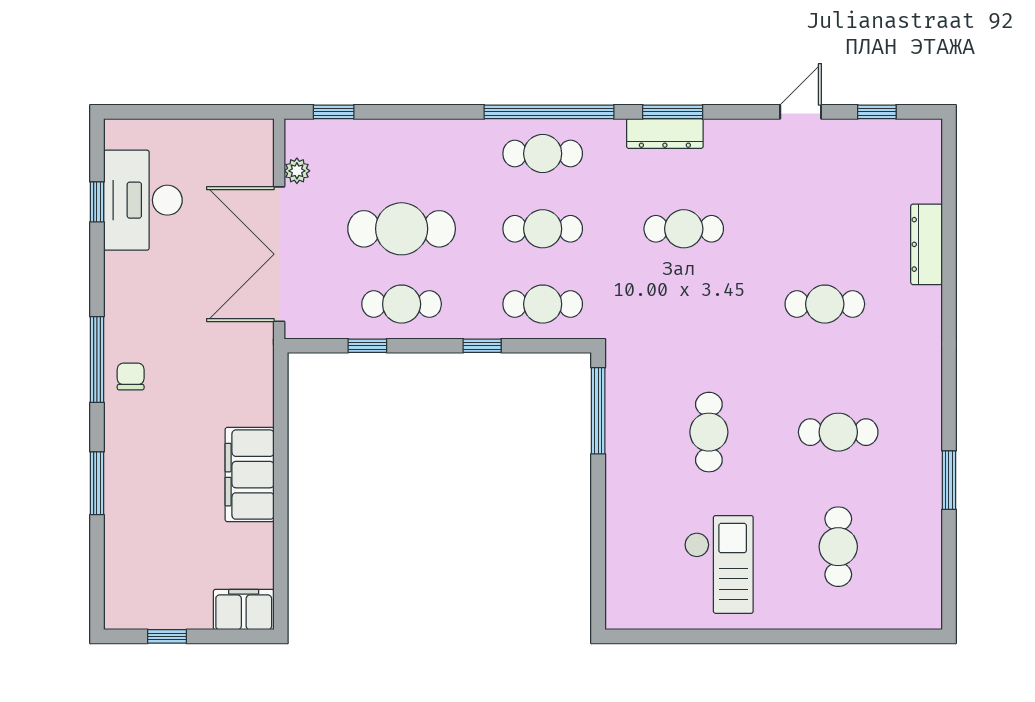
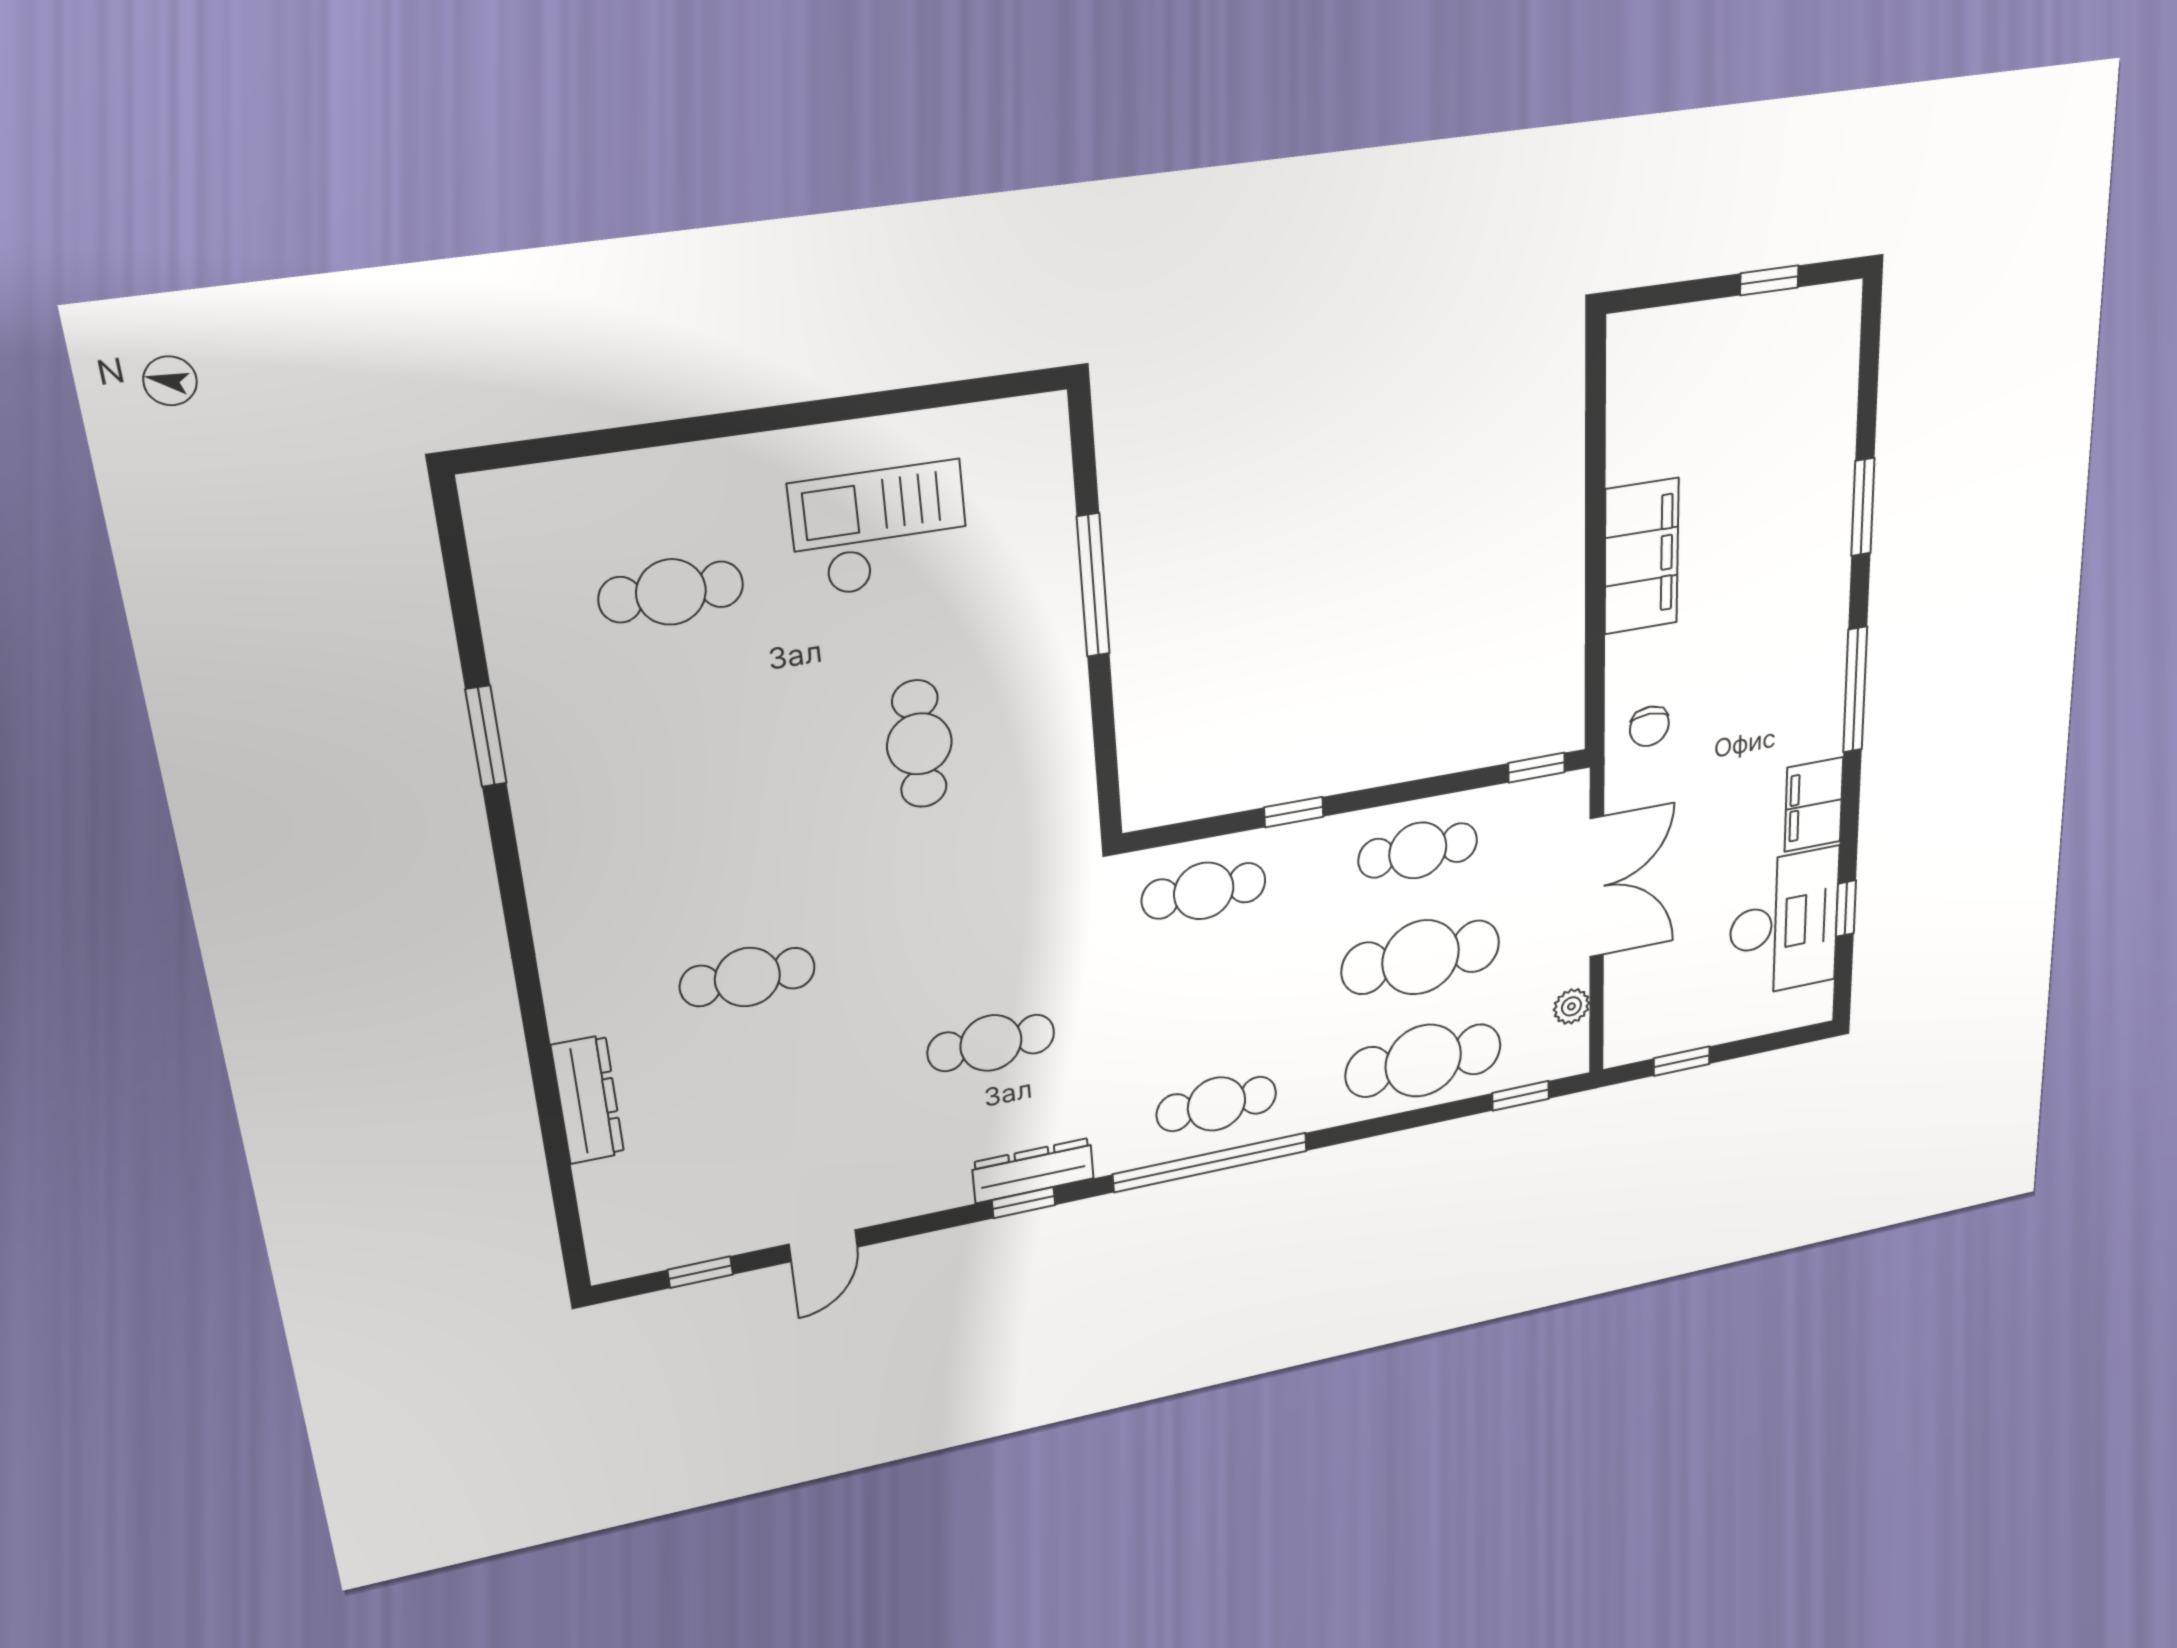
window: (216, 112) -> (1682, 1061), added
window: (673, 112) -> (1024, 1203), width x0.67
cafe table: (543, 229) -> (1423, 1061), moved, width x1.37, depth x1.35
double door: (279, 254) -> (1597, 887), width x0.73
window: (367, 346) -> (1537, 768), moved
chair: (131, 376) -> (1649, 726), moved
window: (598, 411) -> (1093, 585), moved
cafe table: (838, 432) -> (697, 782), removed
cafe table: (838, 547) -> (671, 592), turned 90
checkout: (719, 564) -> (880, 530), turned 90
filing cabinet: (244, 609) -> (1814, 805), moved, turned 90

